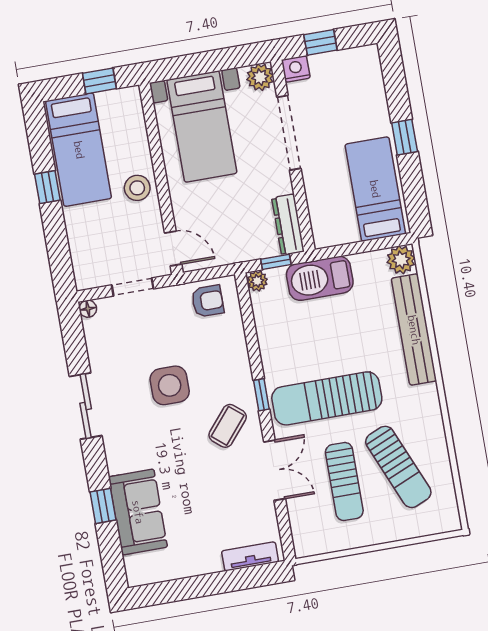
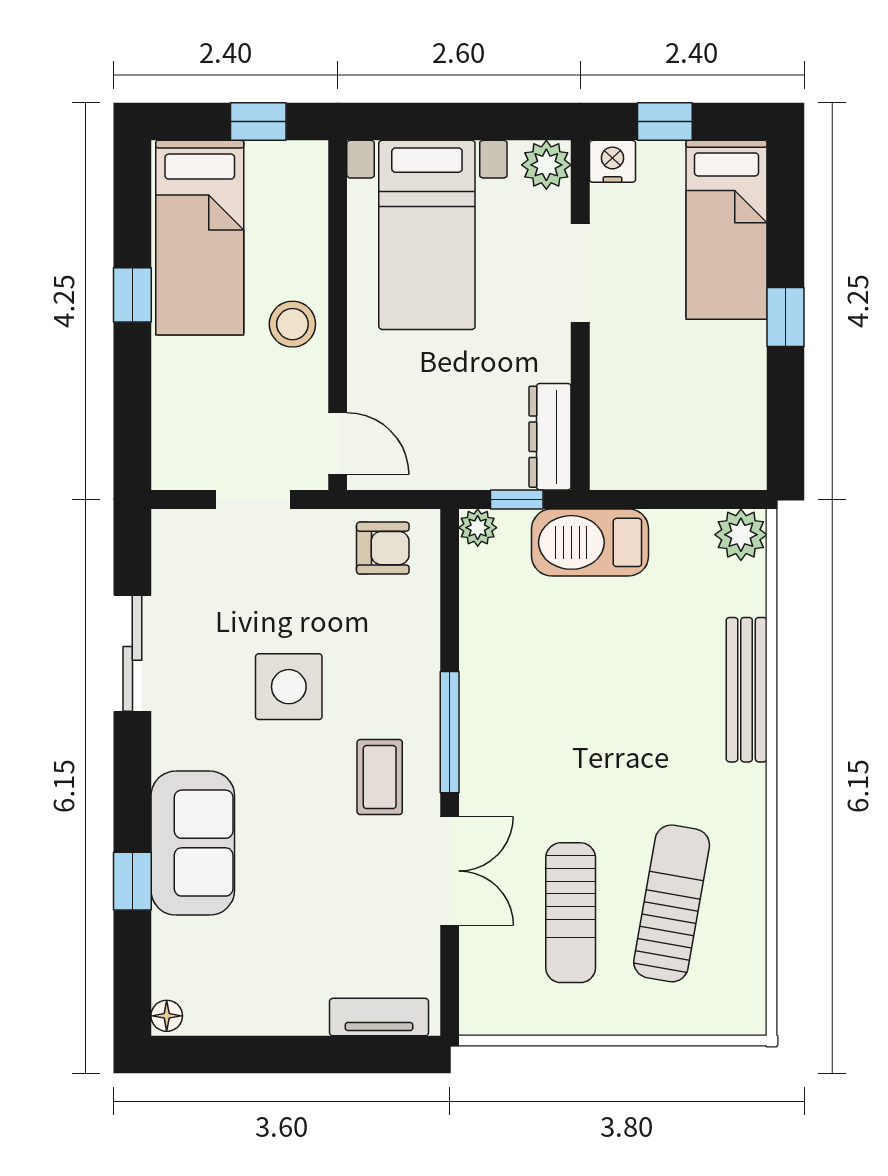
doorway: (289, 133) -> (580, 273), width x0.73
bed: (375, 189) -> (726, 230), moved, turned 180
floor lamp: (88, 309) -> (167, 1016), moved
bench: (414, 330) -> (747, 690), width x0.73, depth x0.82
window: (261, 395) -> (450, 732), width x2.17
sun lounger: (327, 398) -> (565, 759), removed
sliding door: (86, 406) -> (132, 653), moved
coffee table: (228, 426) -> (380, 777), turned -40
sun lounger: (398, 467) -> (672, 903), turned -147
sofa: (138, 512) -> (193, 843), moved

